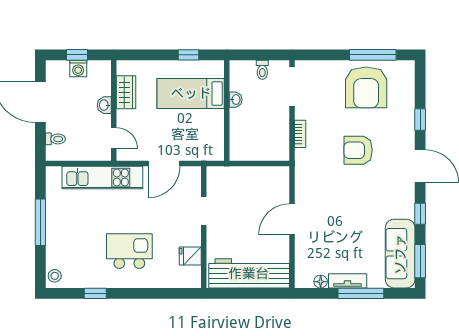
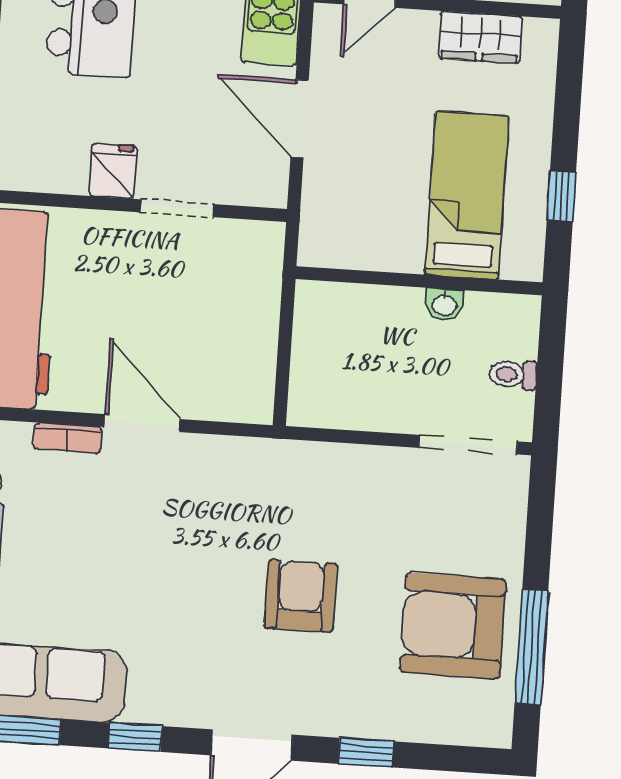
bookcase: (300, 134) -> (67, 438), moved
fridge: (190, 256) -> (113, 171), moved

